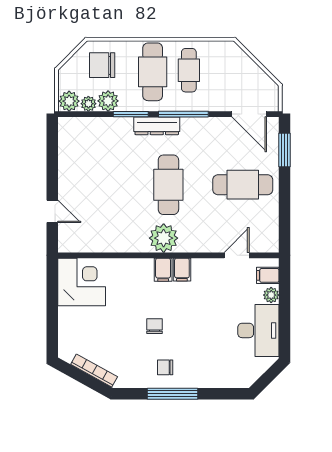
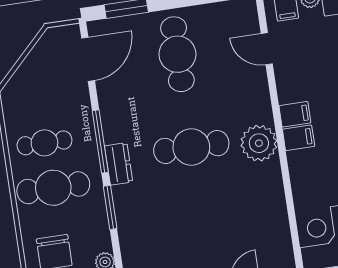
plant: (108, 101) -> (98, 238), removed
dresser: (157, 126) -> (119, 164), width x0.70

